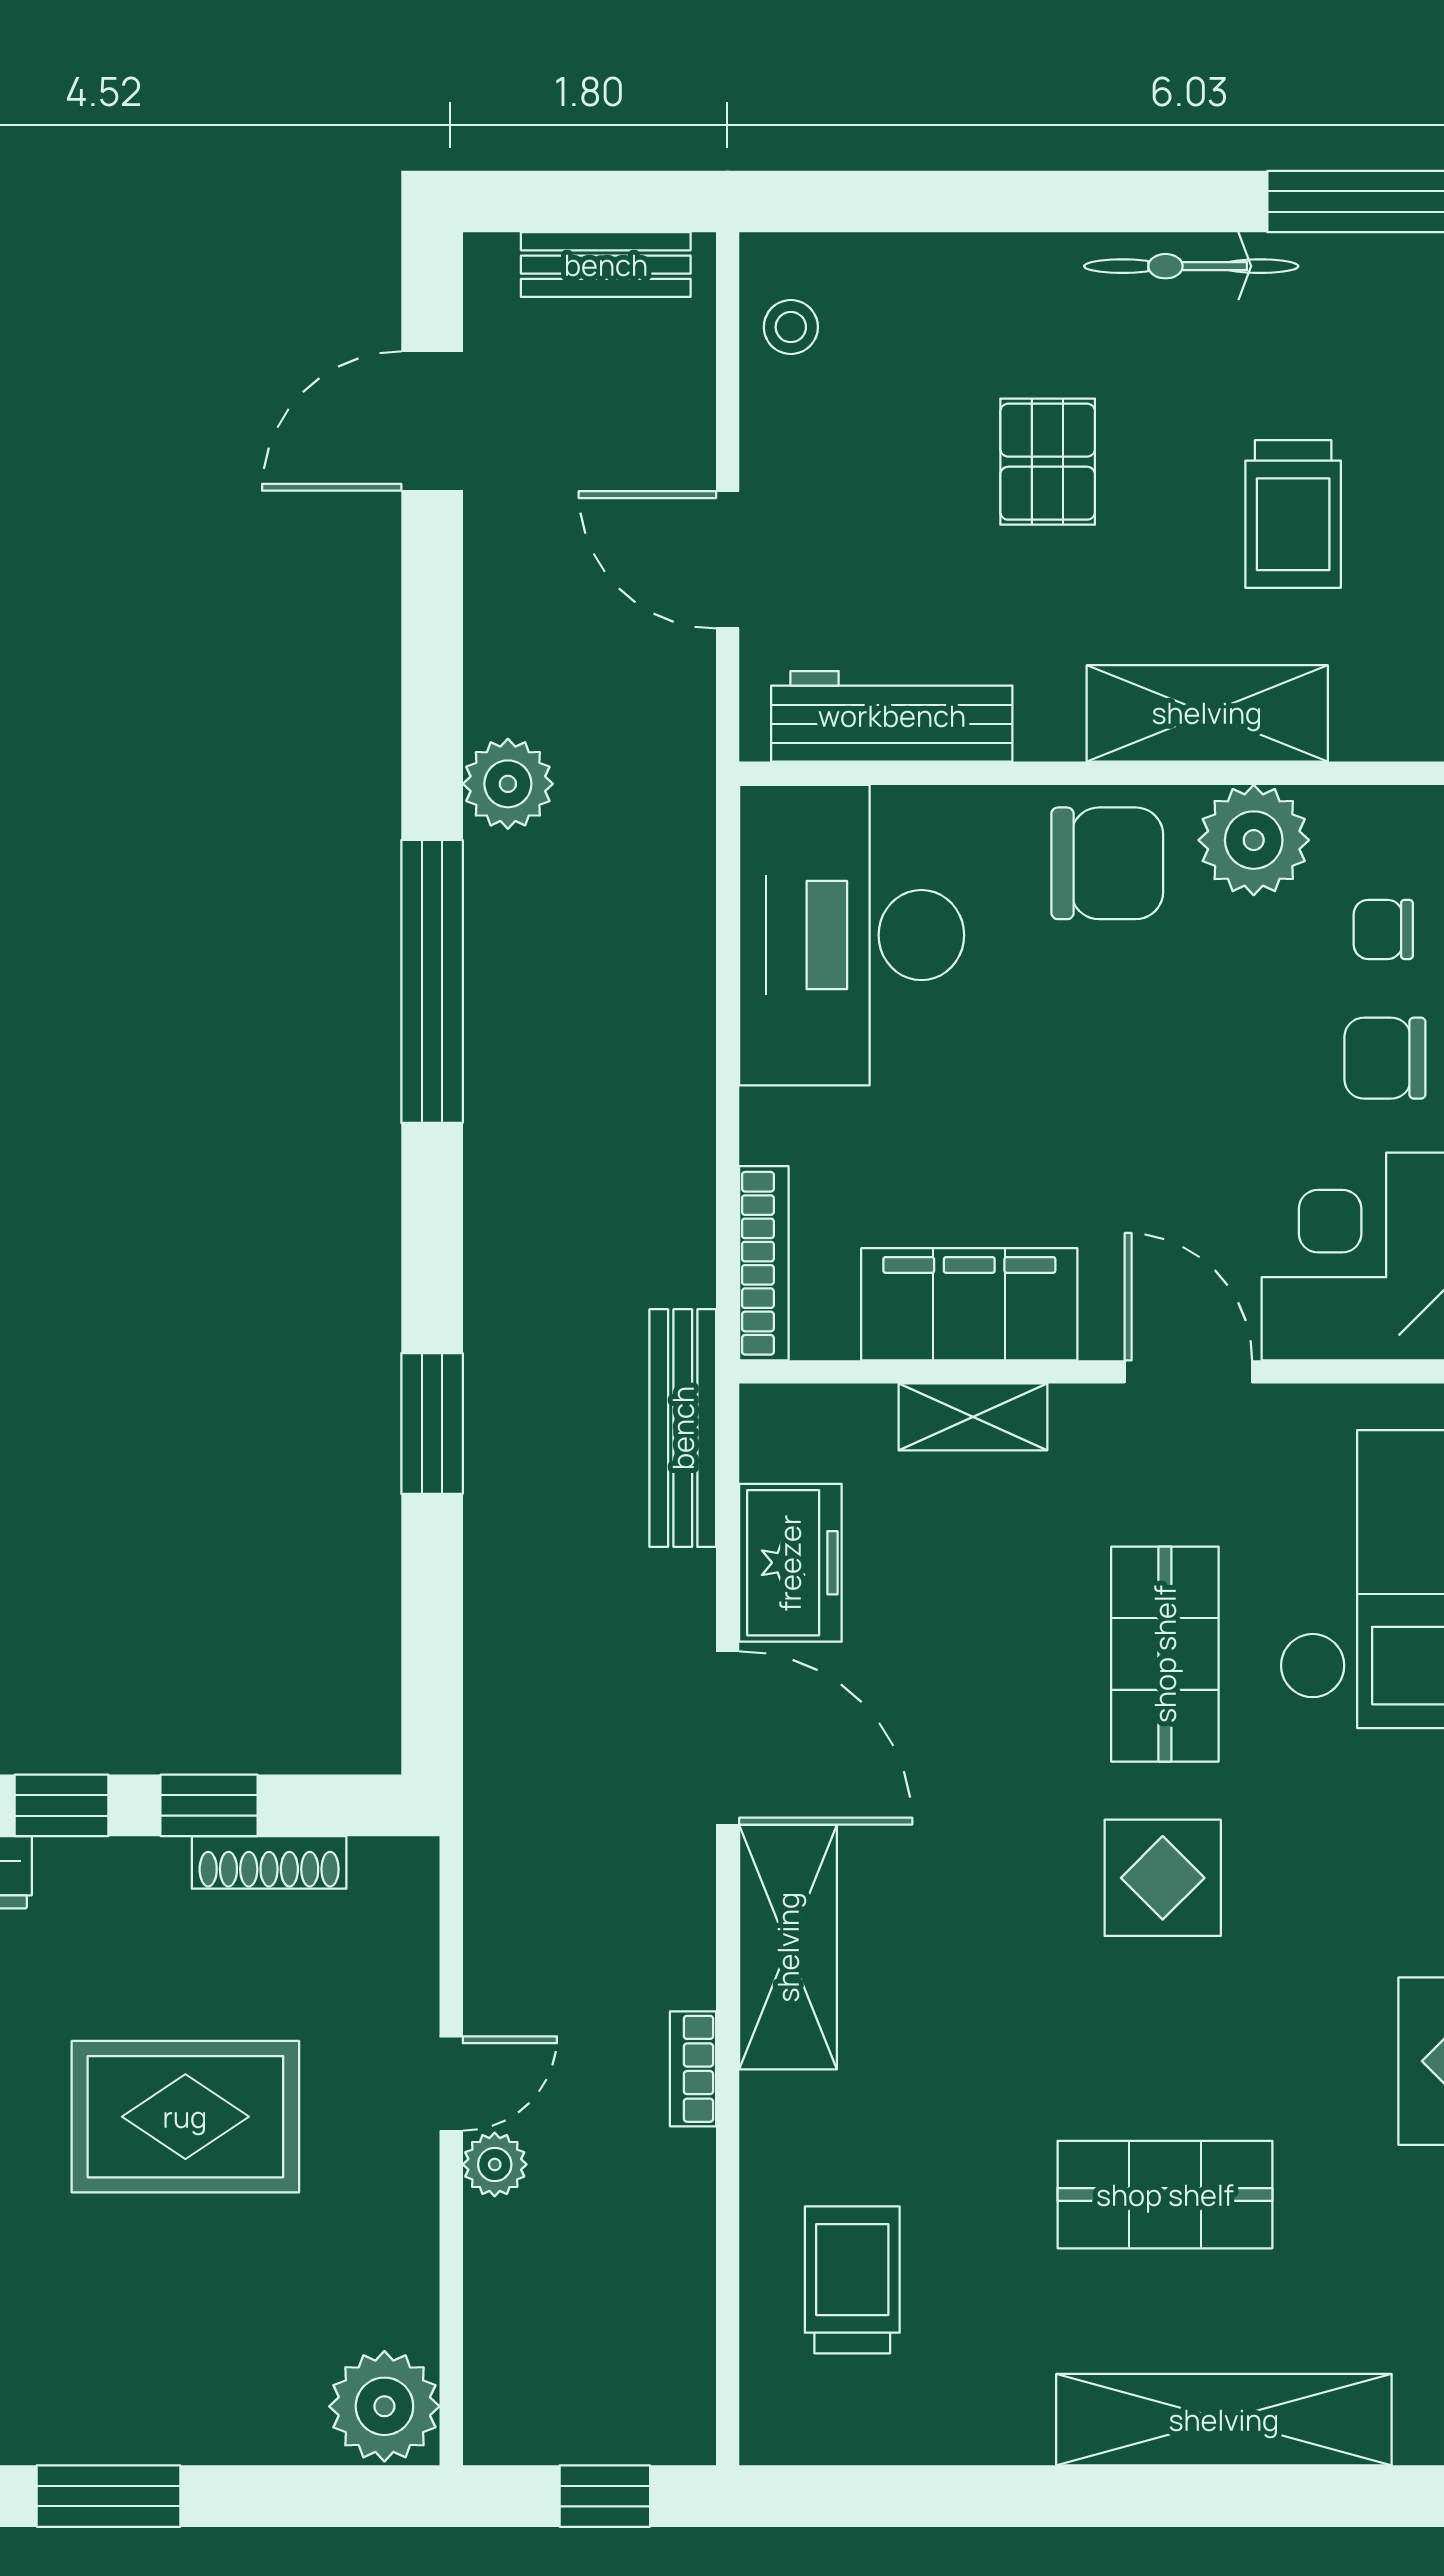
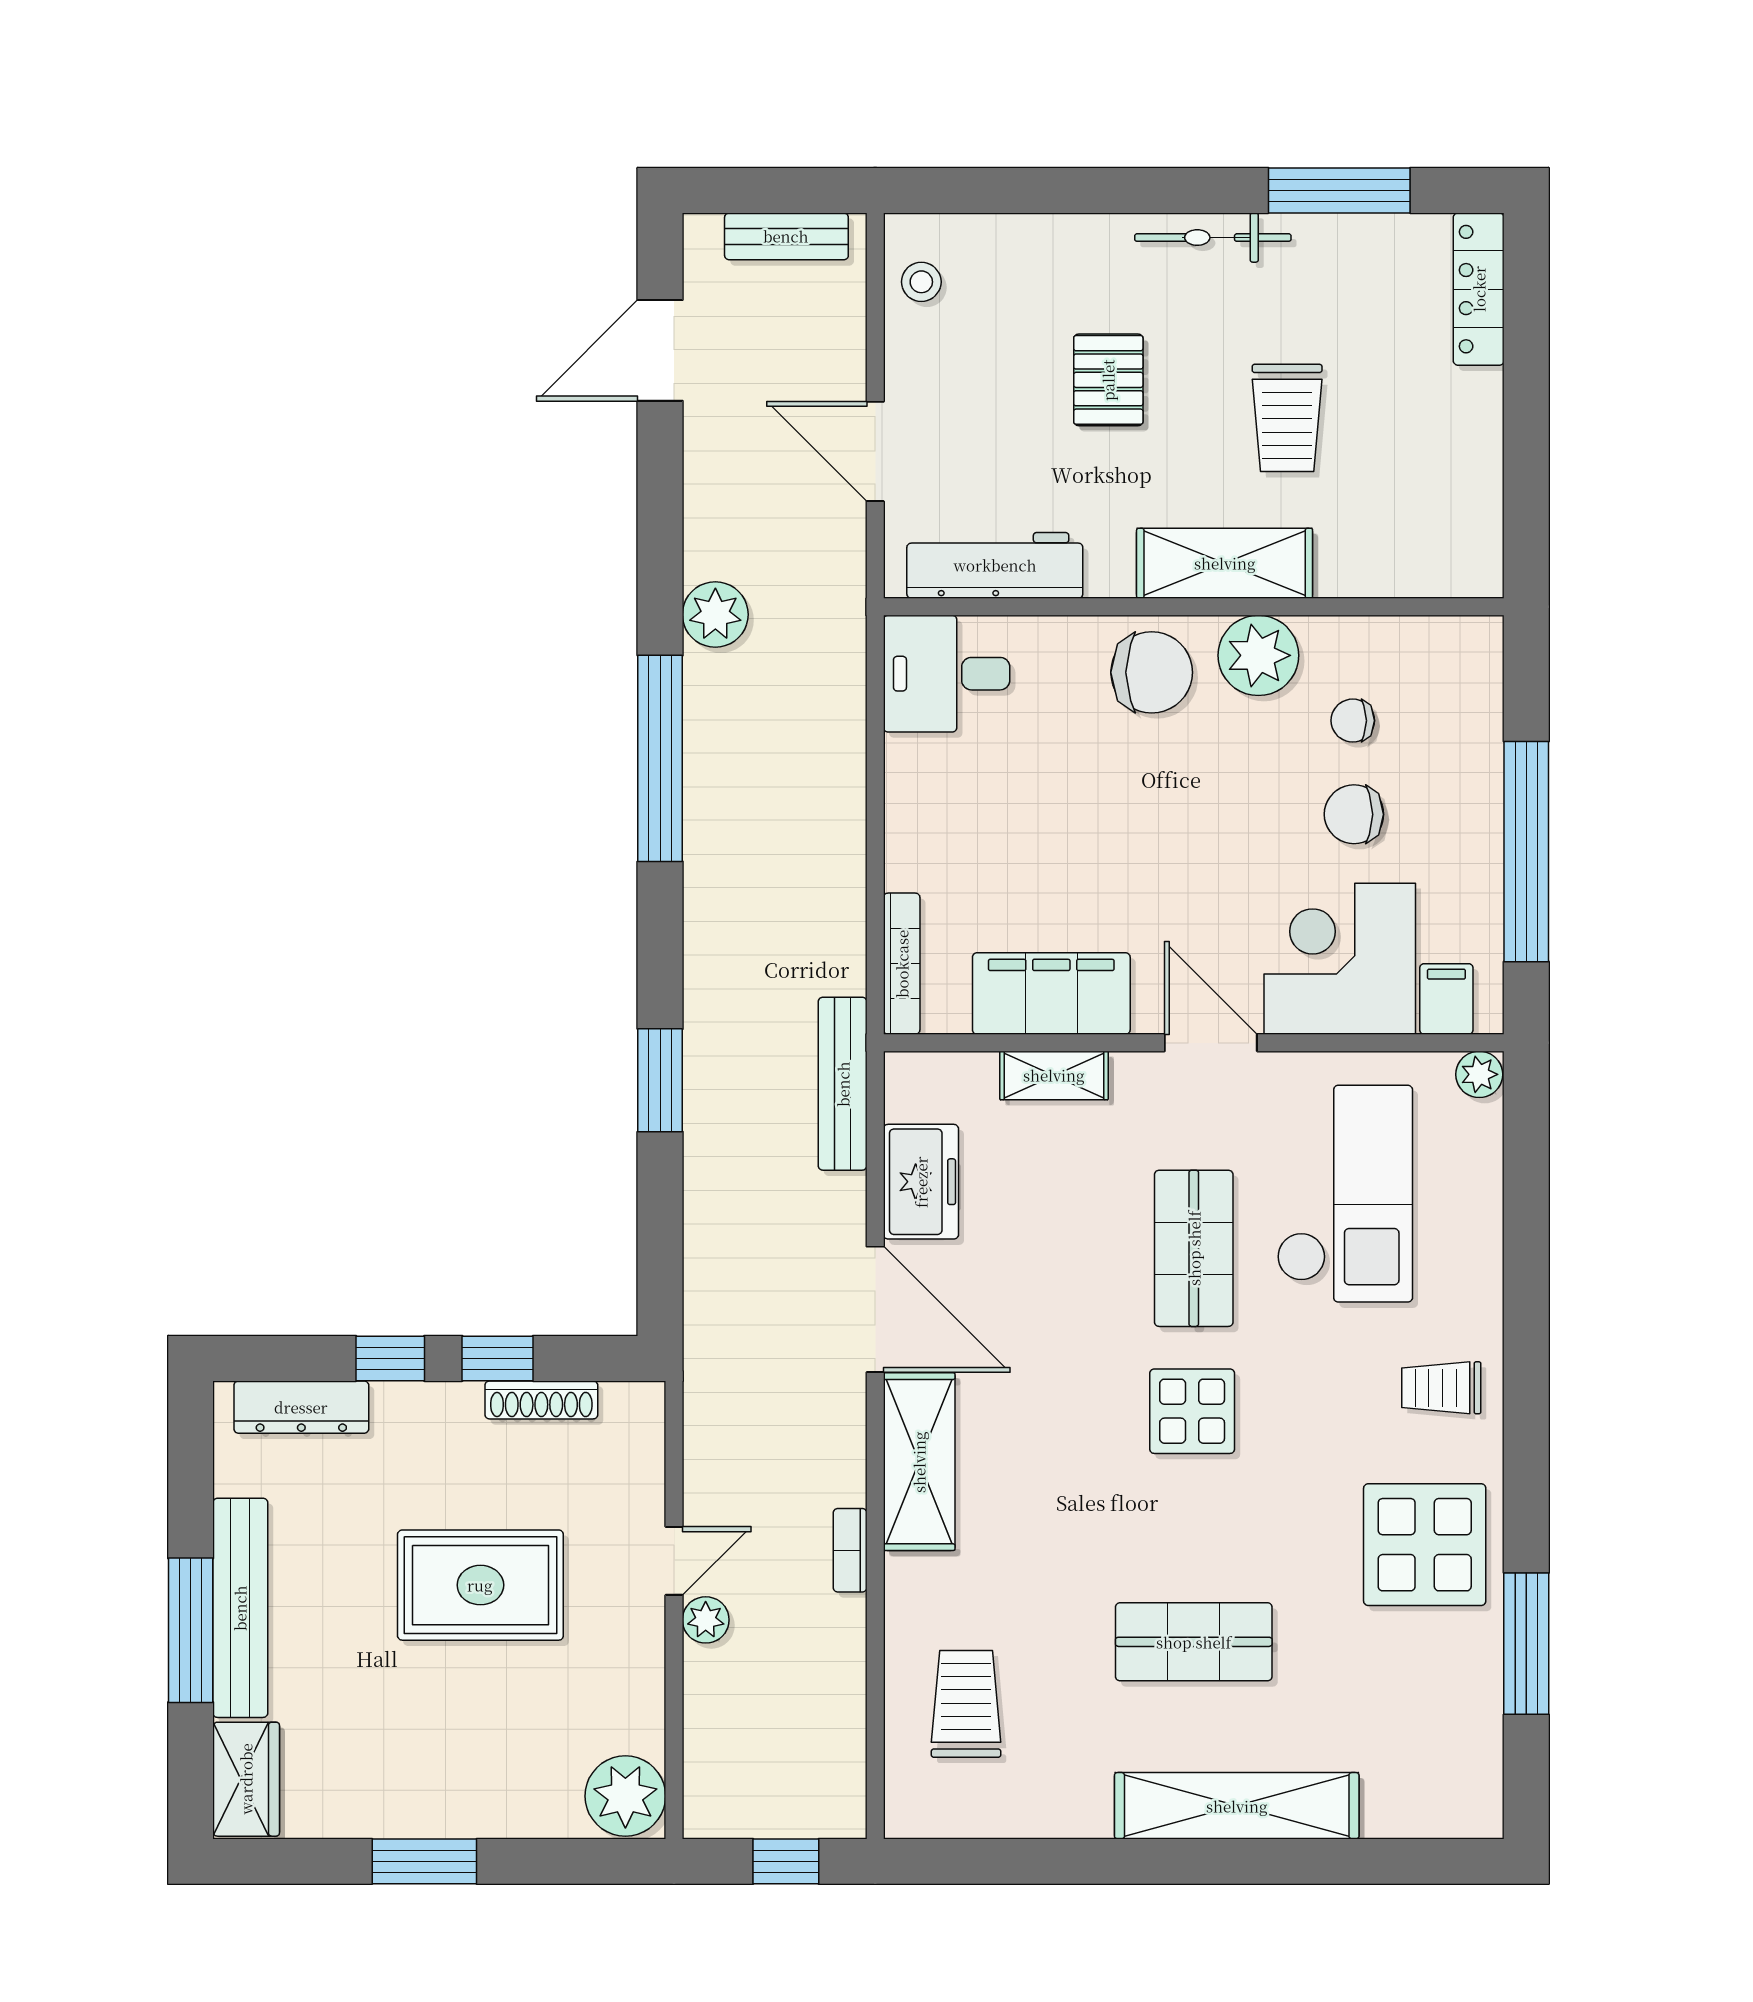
desk: (852, 935) -> (947, 674), width x0.53, depth x0.77

